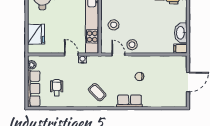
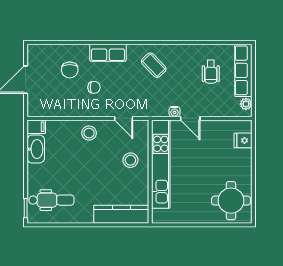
fridge: (36, 34) -> (243, 140), width x0.53, depth x0.75
stool: (132, 45) -> (89, 133), moved
chair: (157, 89) -> (70, 70), added

